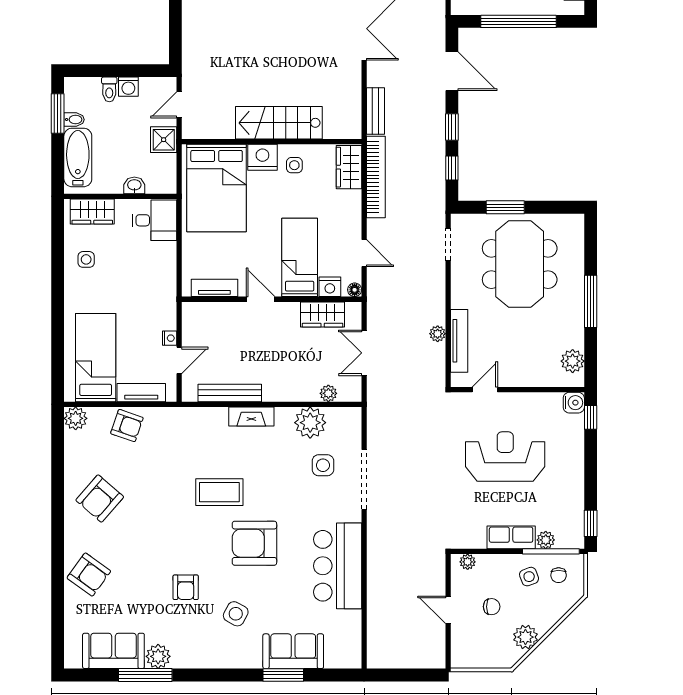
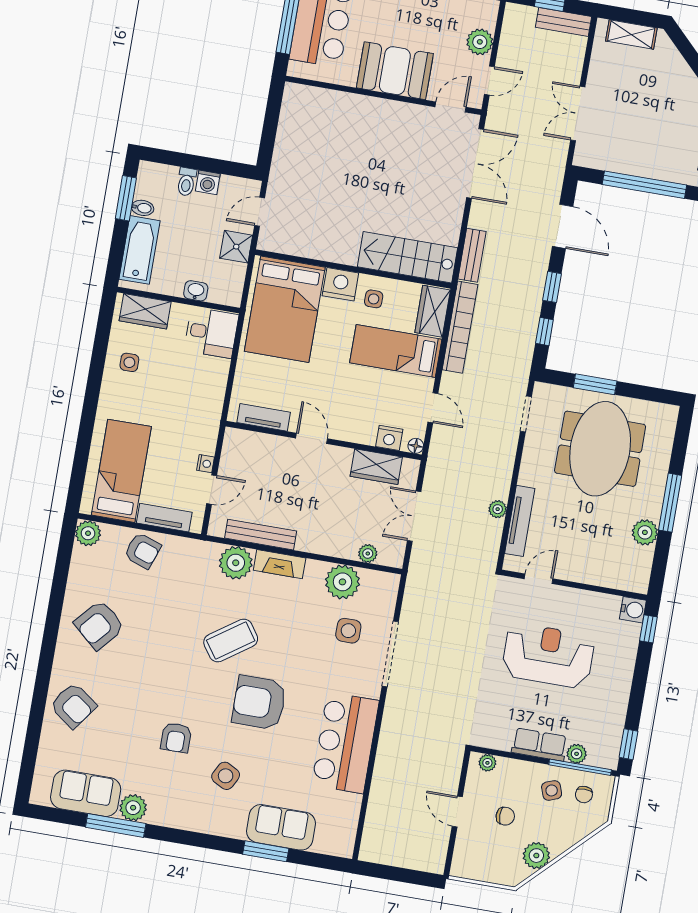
stairs: (279, 123) -> (408, 257), moved
bed: (300, 257) -> (396, 351), moved, turned -90
plant: (573, 361) -> (645, 532), moved
plant: (212, 422) -> (236, 563), added
coffee table: (219, 492) -> (231, 640), turned -35

